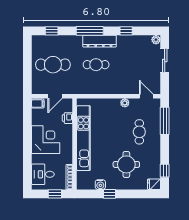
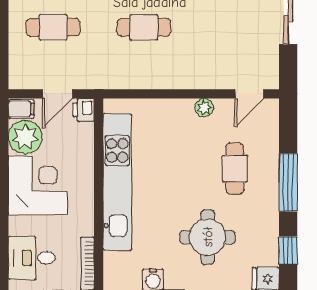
cafe table: (53, 65) -> (53, 27), width x0.73, depth x0.74
door: (146, 96) -> (249, 94), swing flipped
plant: (40, 117) -> (25, 137), added
printer: (67, 118) -> (84, 110), moved
window: (165, 121) -> (288, 182), moved

